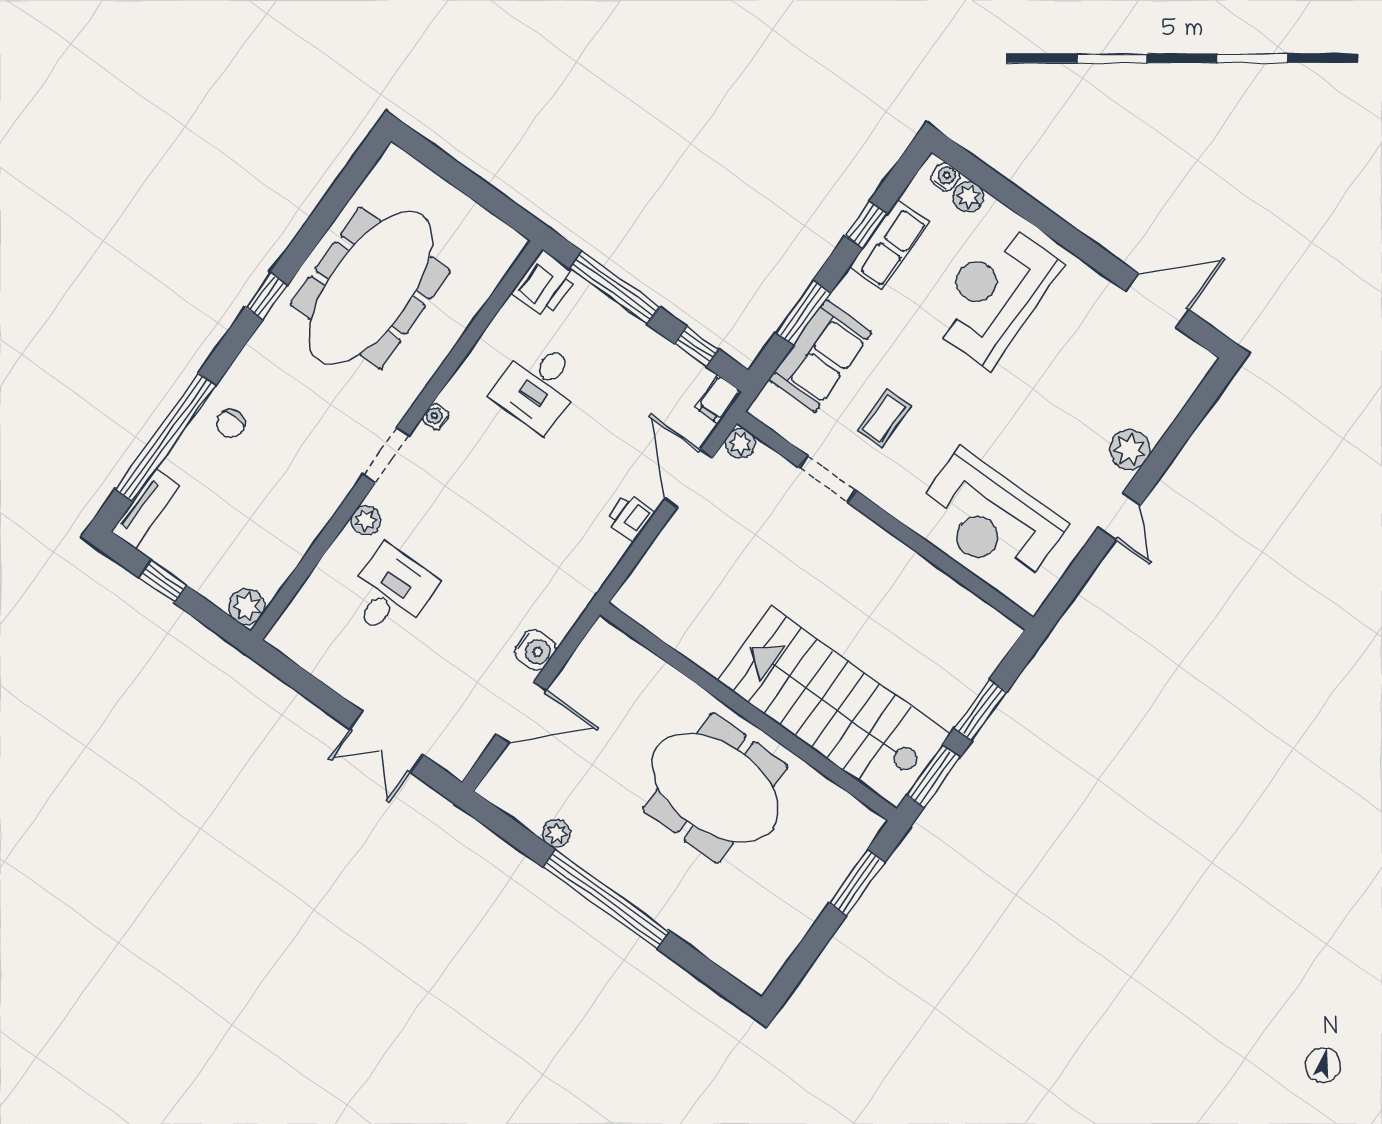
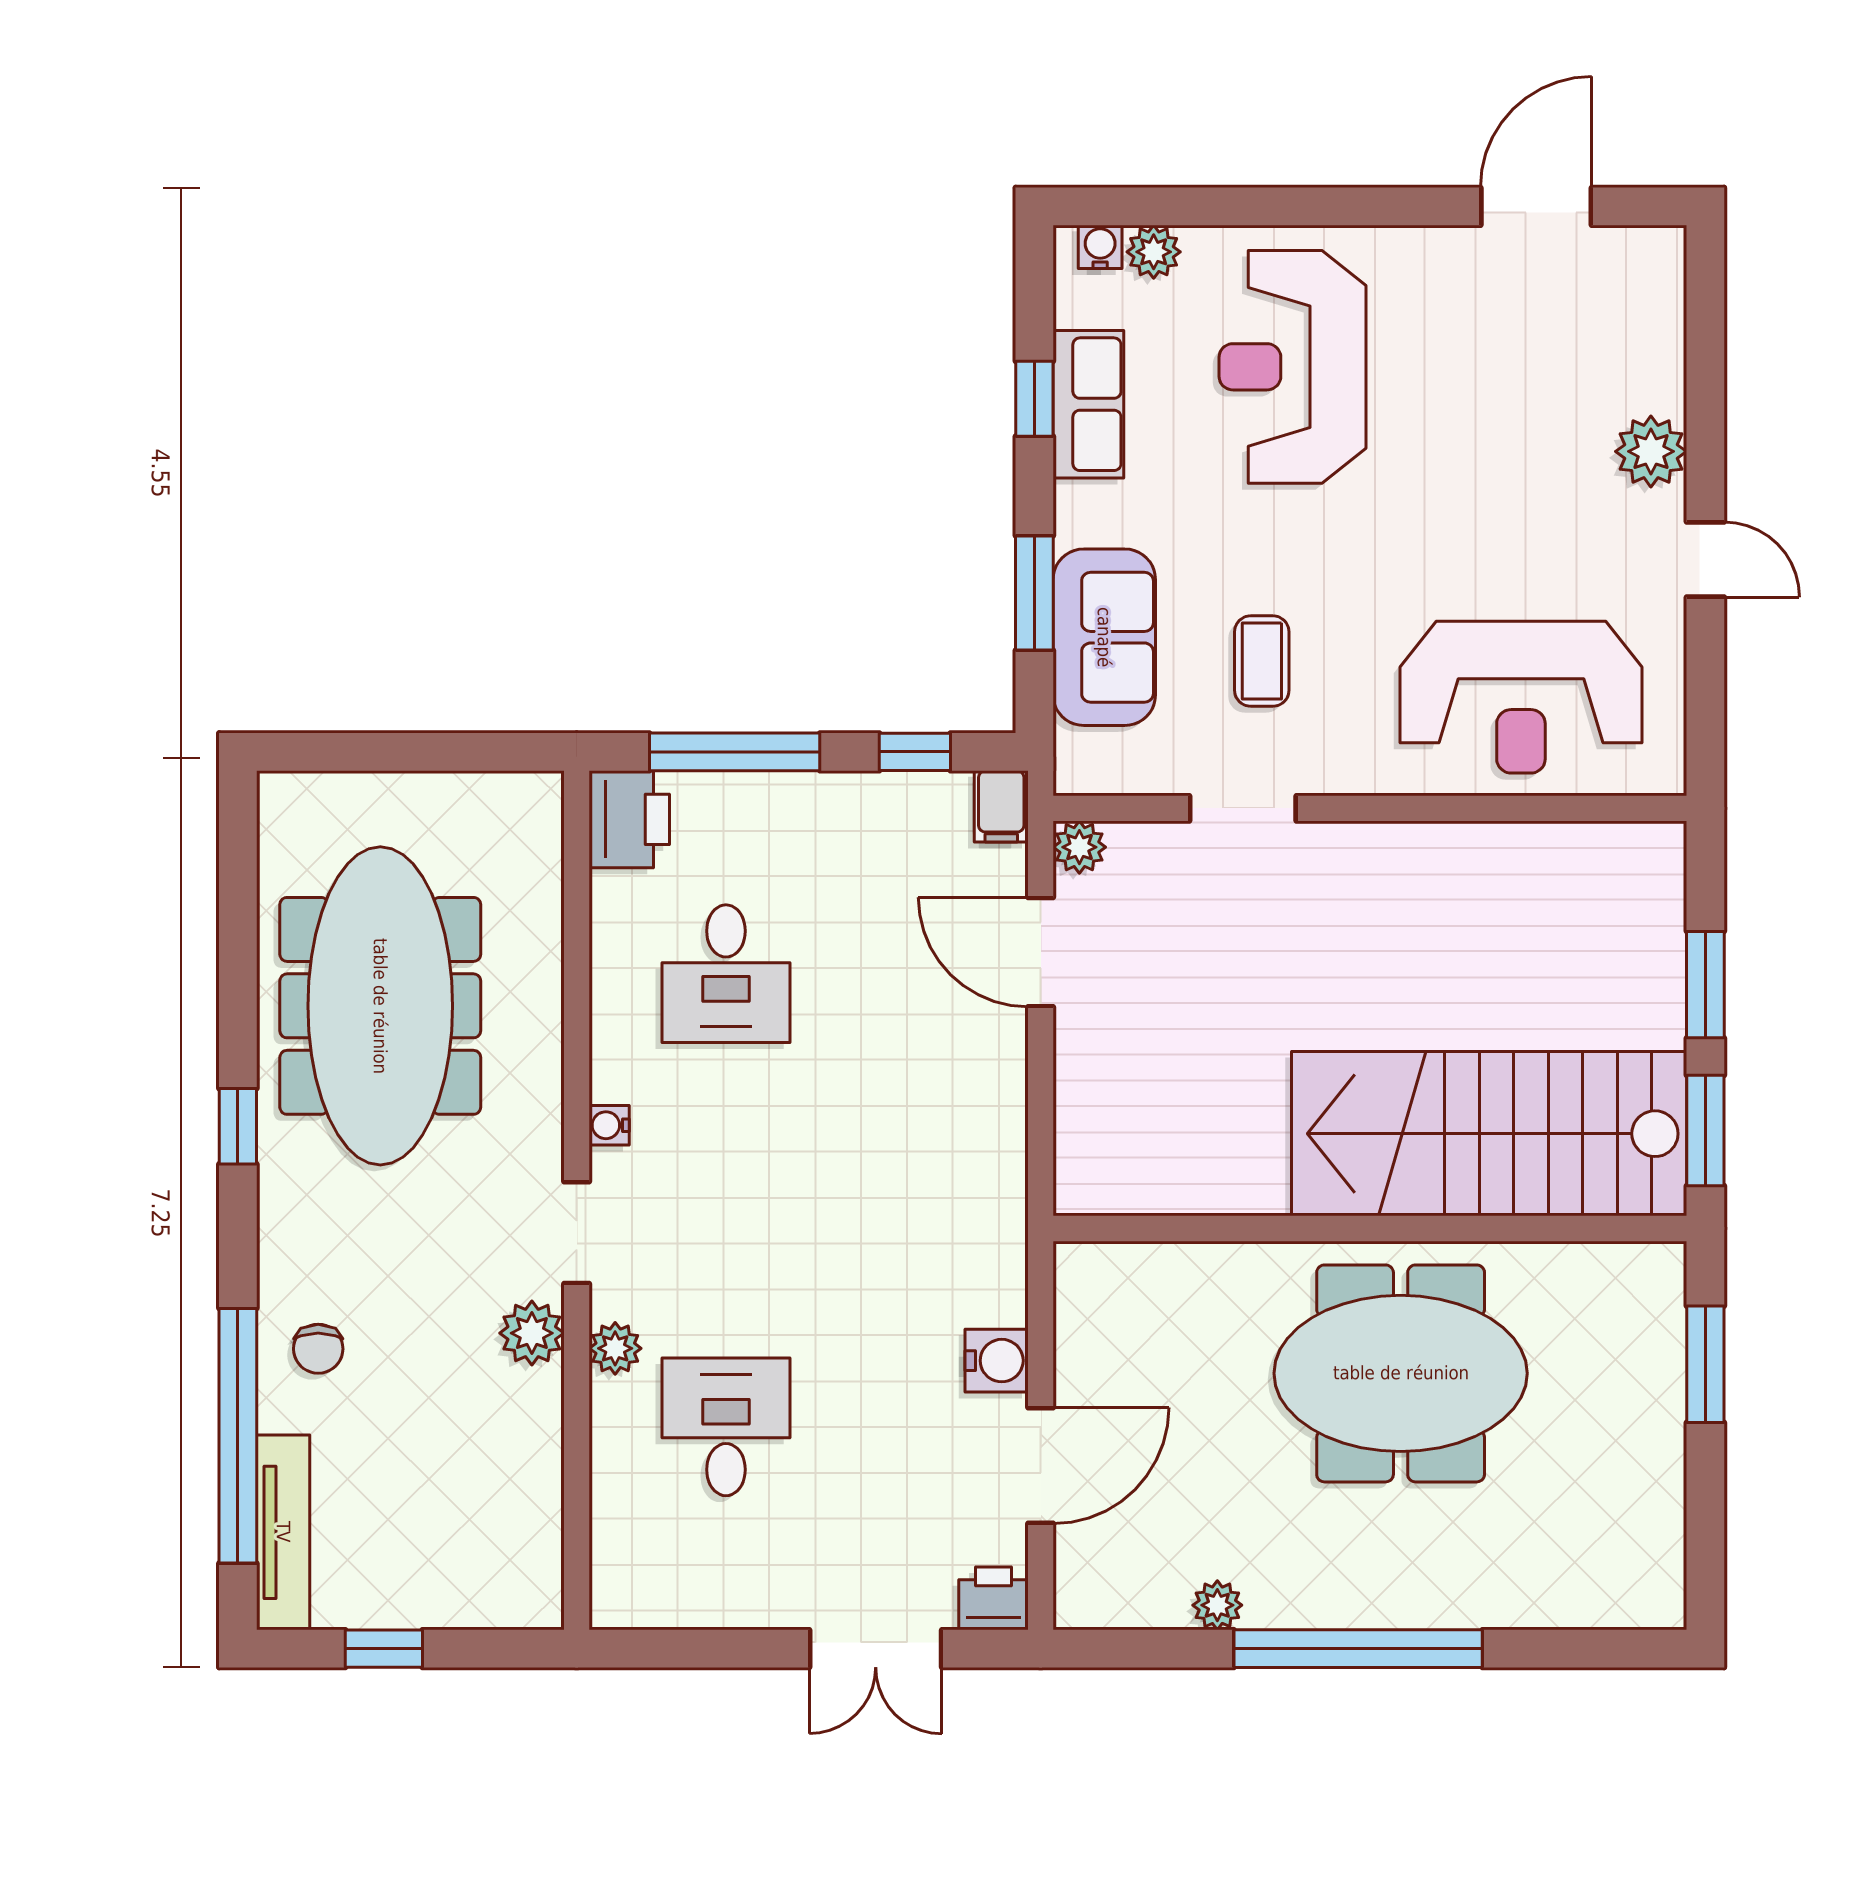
tv unit: (146, 509) -> (283, 1532), width x1.41
printer: (631, 517) -> (993, 1598), moved, turned 90
plant: (247, 607) -> (532, 1333), moved

